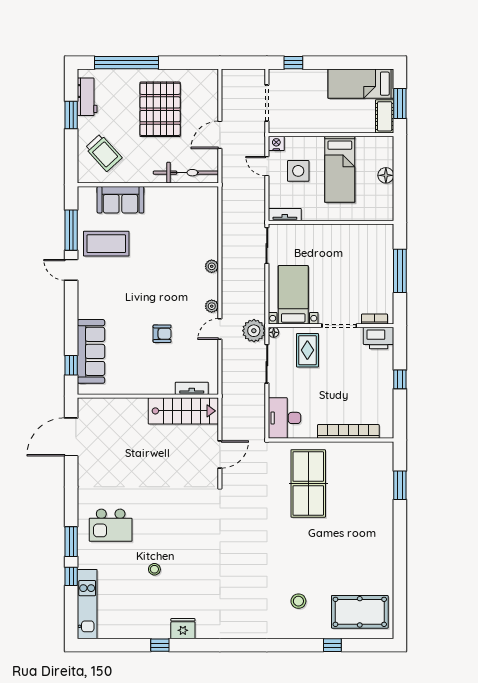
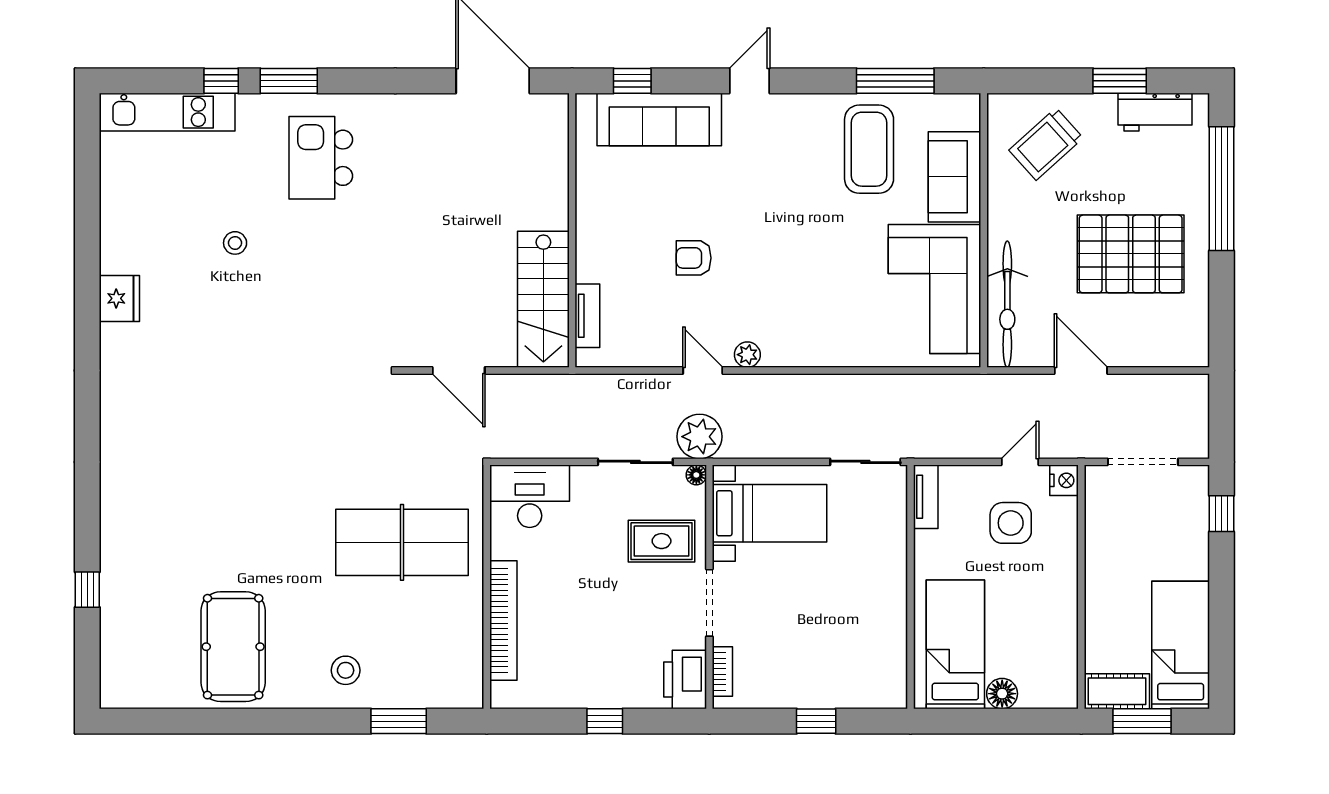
bed: (340, 169) -> (955, 644), moved, turned 90
corner sofa: (178, 210) -> (935, 289), added
plant: (212, 266) -> (825, 355), removed
door: (71, 270) -> (750, 81), moved
window: (400, 271) -> (816, 721), width x0.46
armchair: (162, 334) -> (694, 258), turned 90
stool: (298, 601) -> (346, 670), moved
pool table: (360, 612) -> (233, 647), moved
window: (160, 645) -> (87, 254), removed

